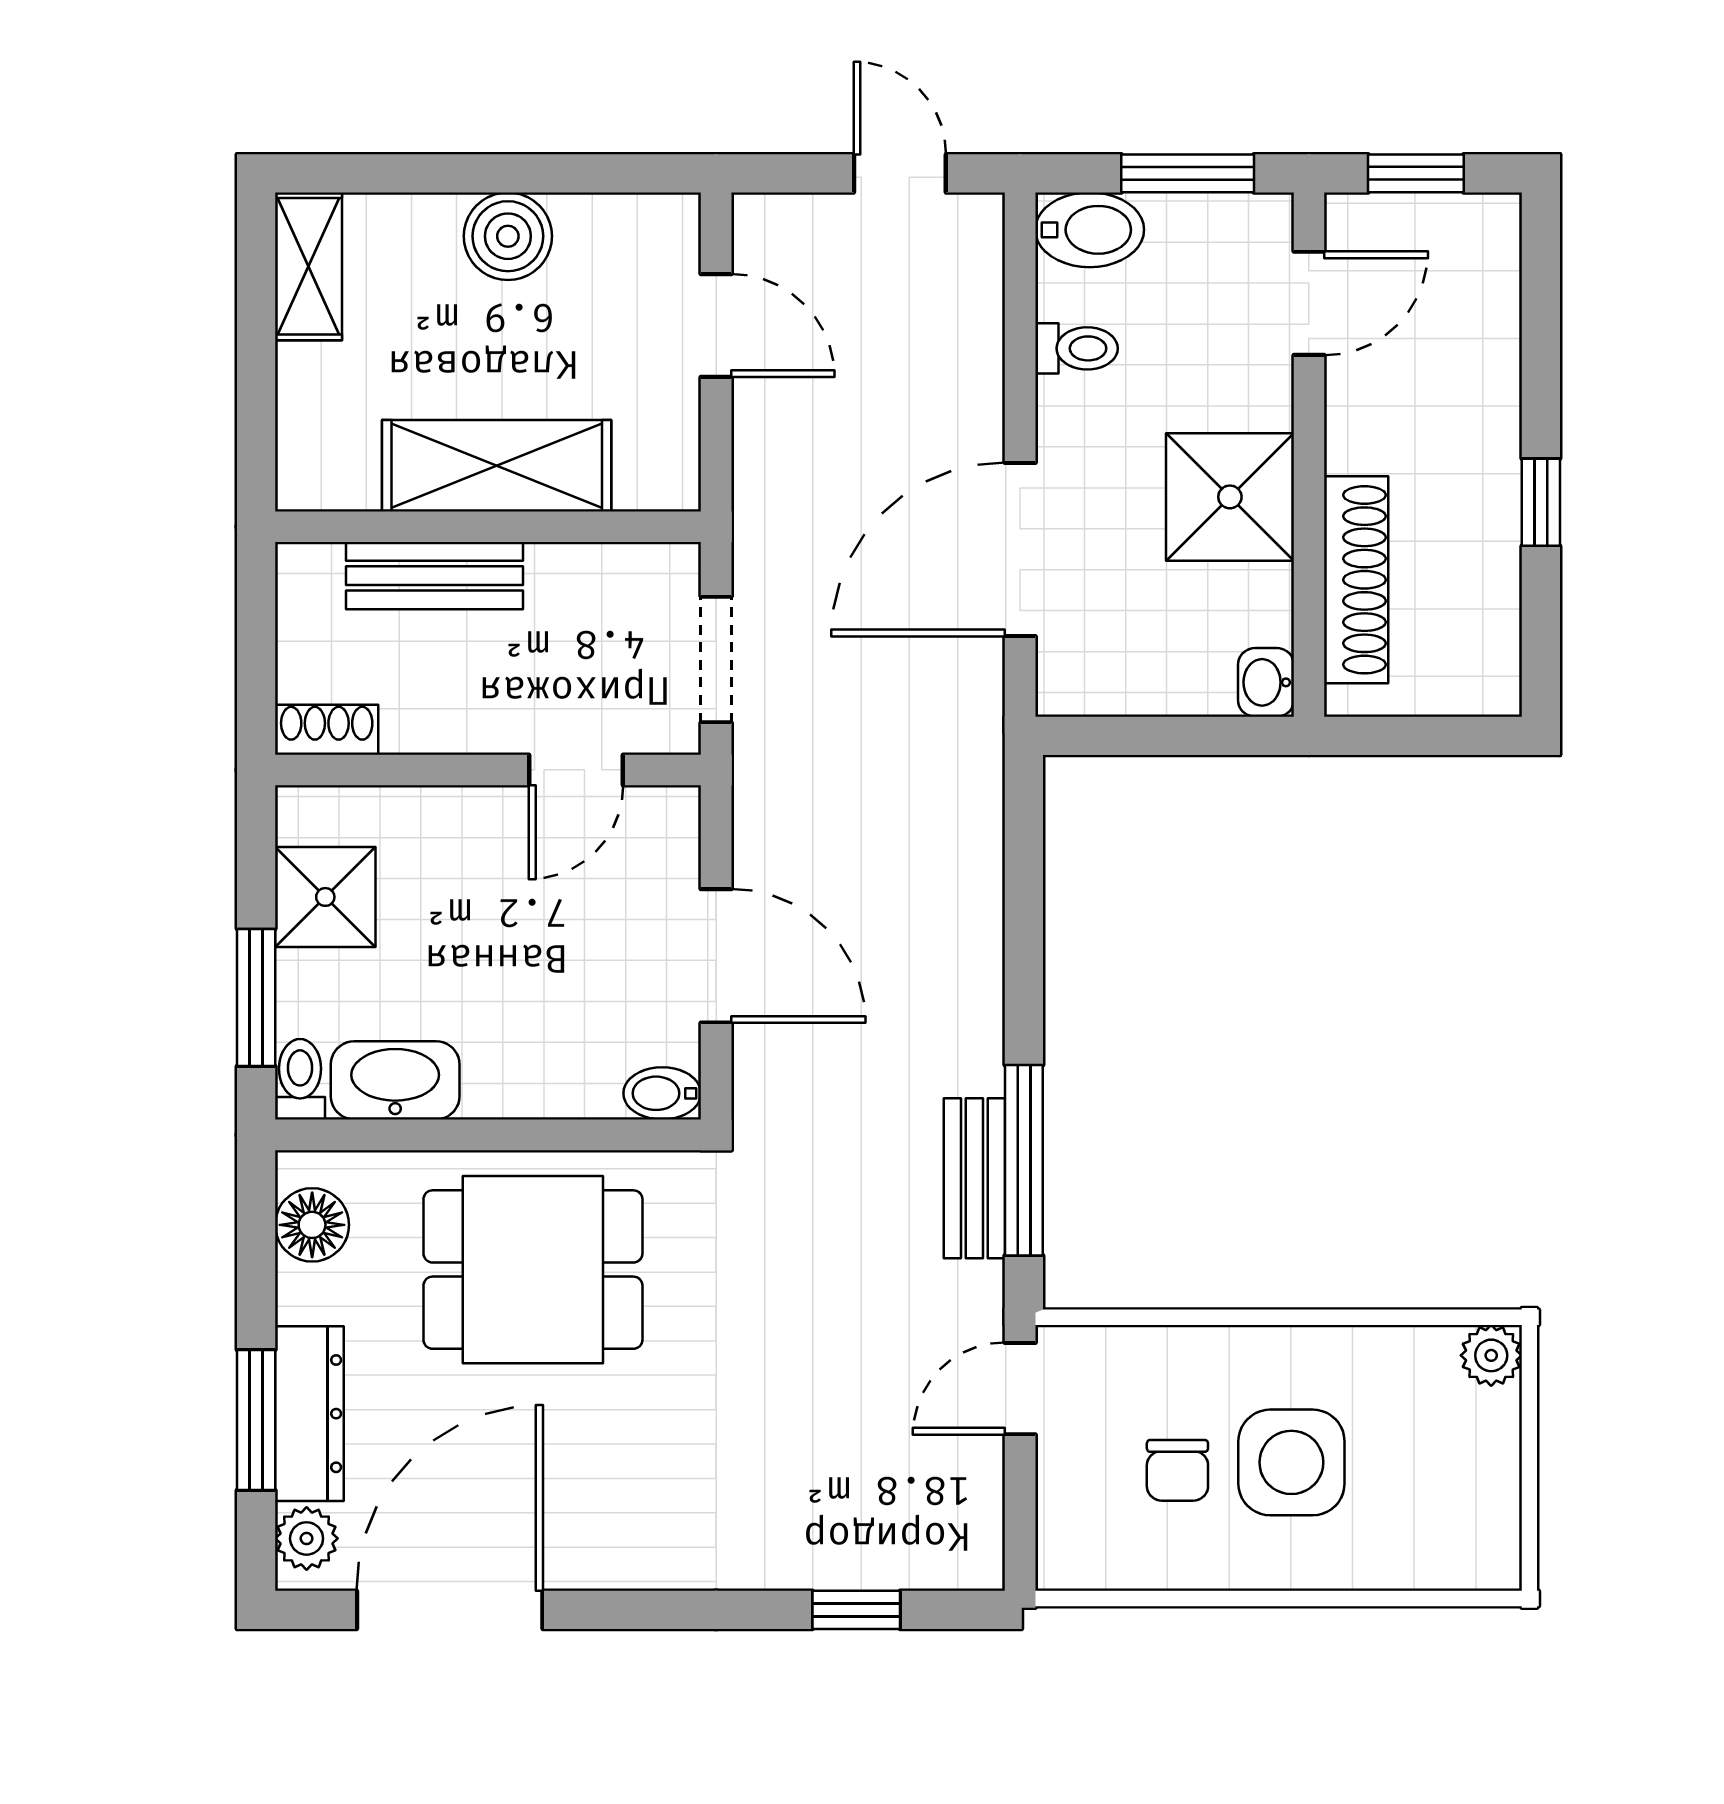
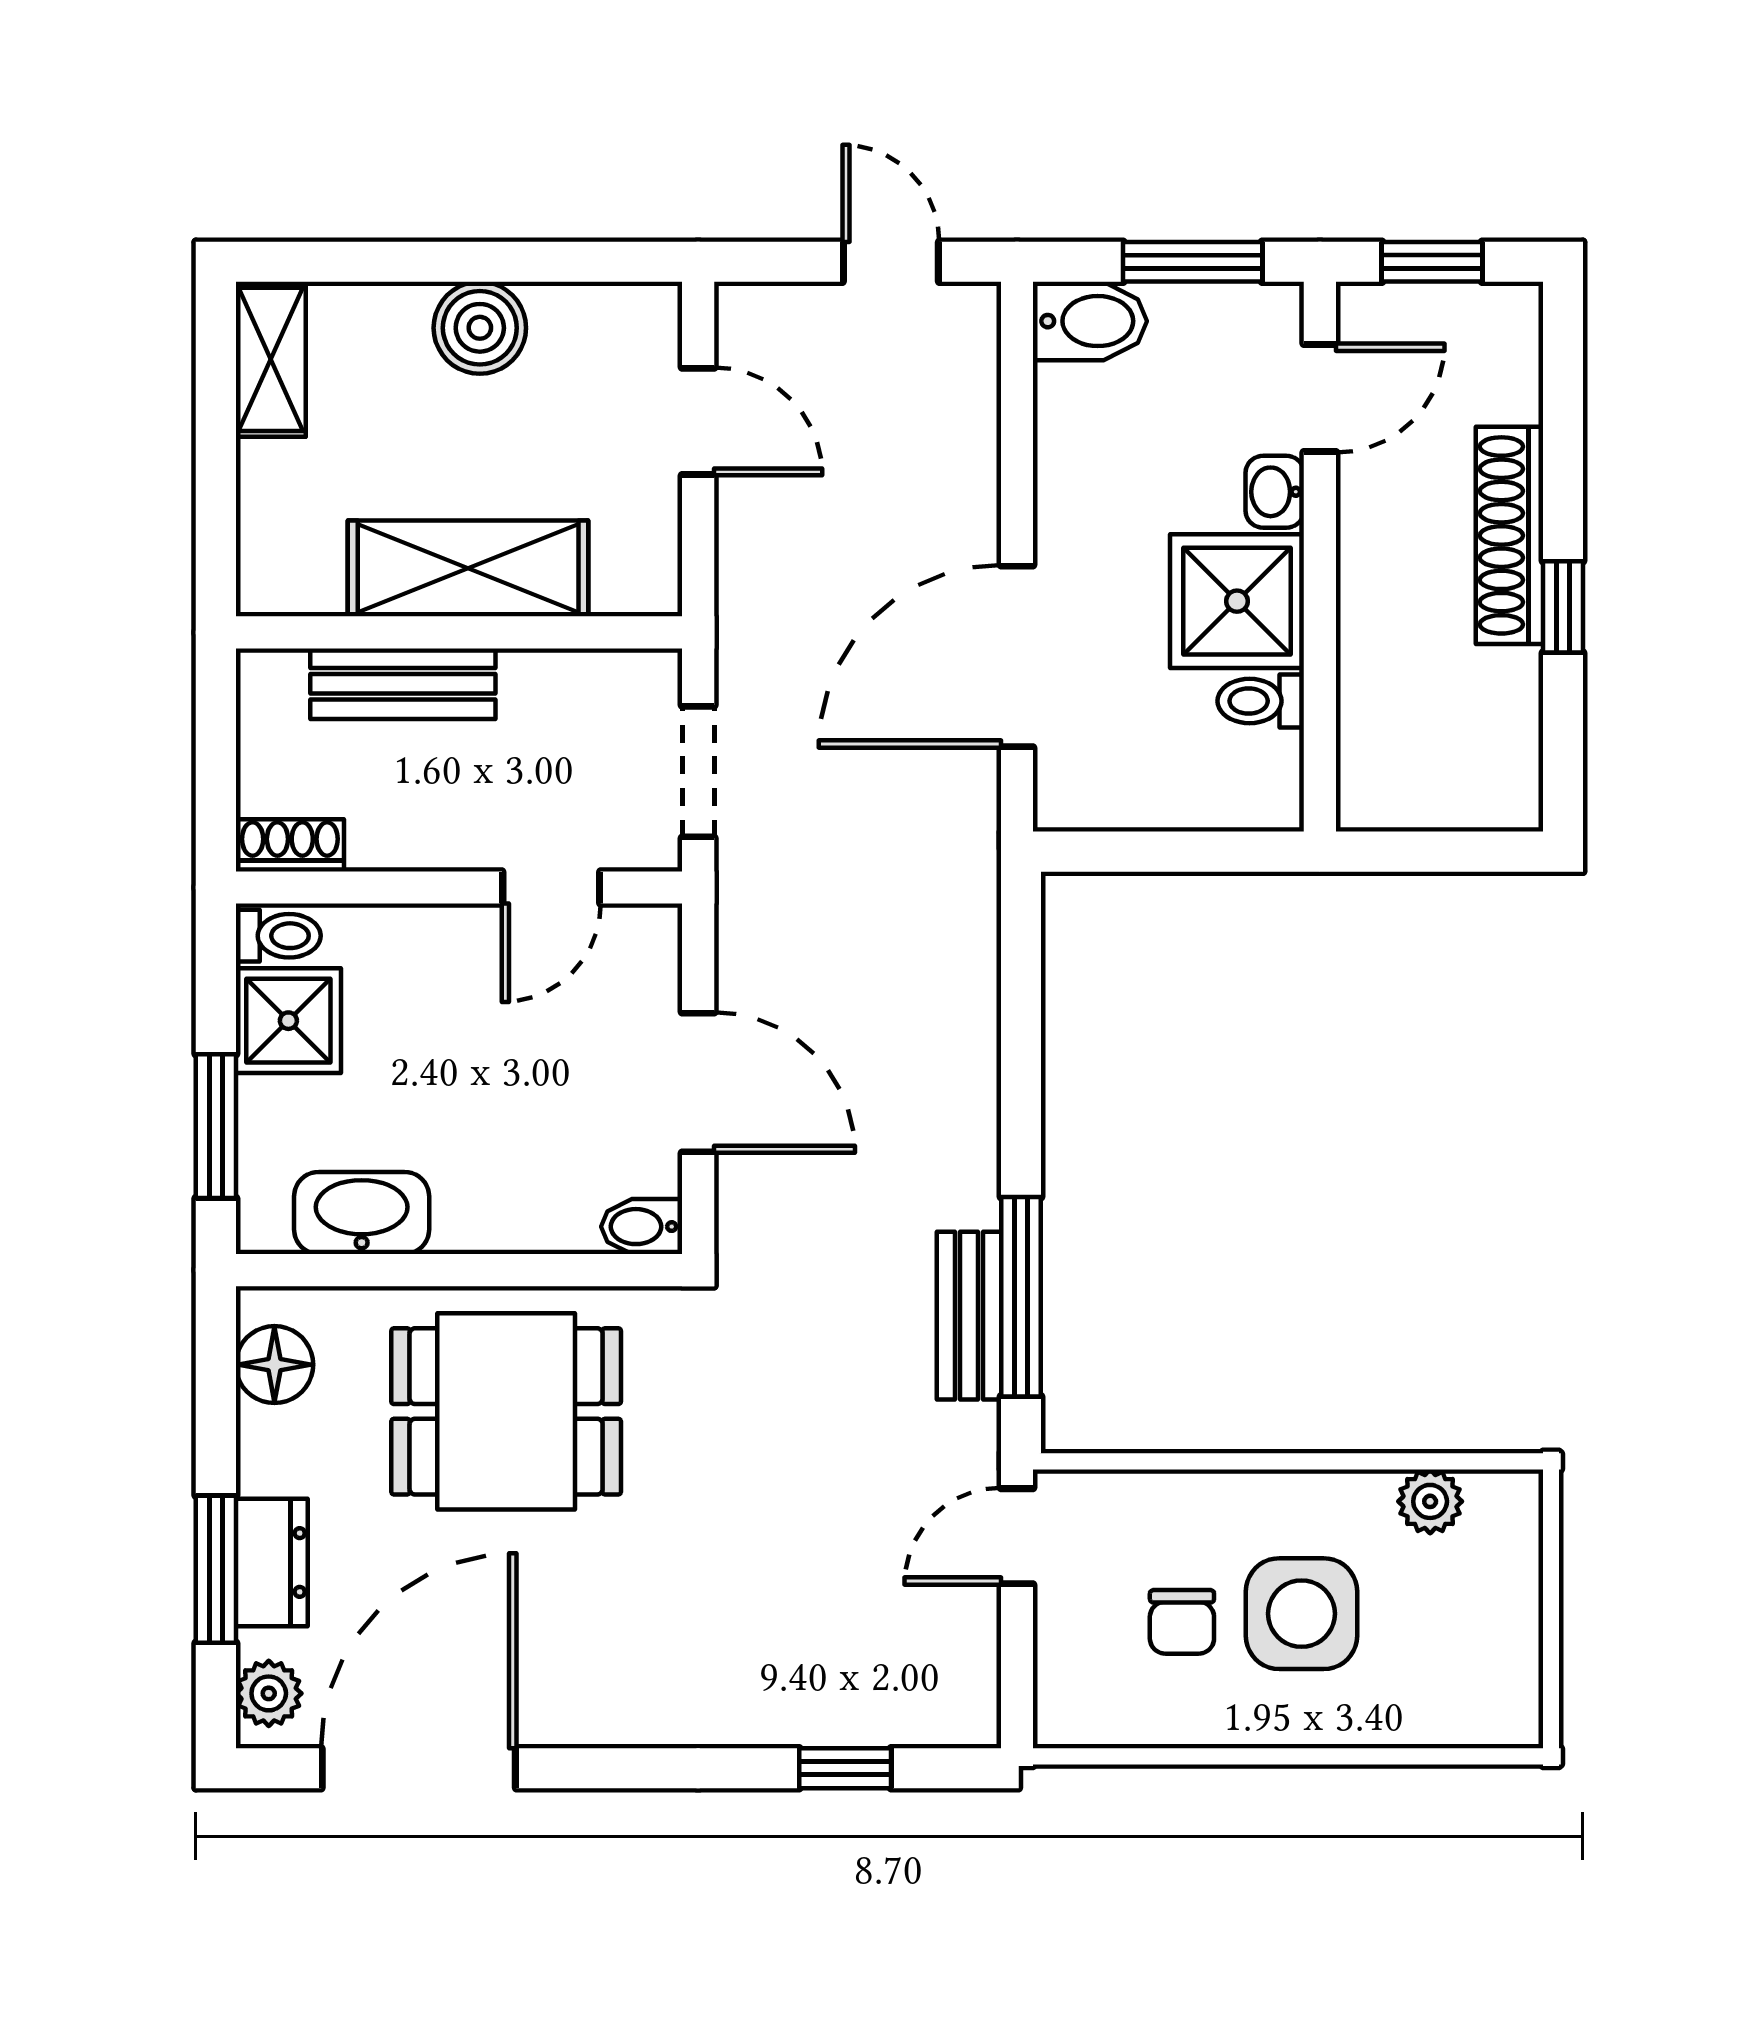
toilet: (1077, 348) -> (1261, 701), moved, turned 180
shoe rack: (1356, 580) -> (1509, 535), moved, turned 180
washbasin: (1266, 682) -> (1275, 492), moved
toilet: (300, 1079) -> (278, 936), moved, turned 90
plant: (1491, 1355) -> (1430, 1501), moved
dresser: (309, 1414) -> (272, 1562), width x0.70

